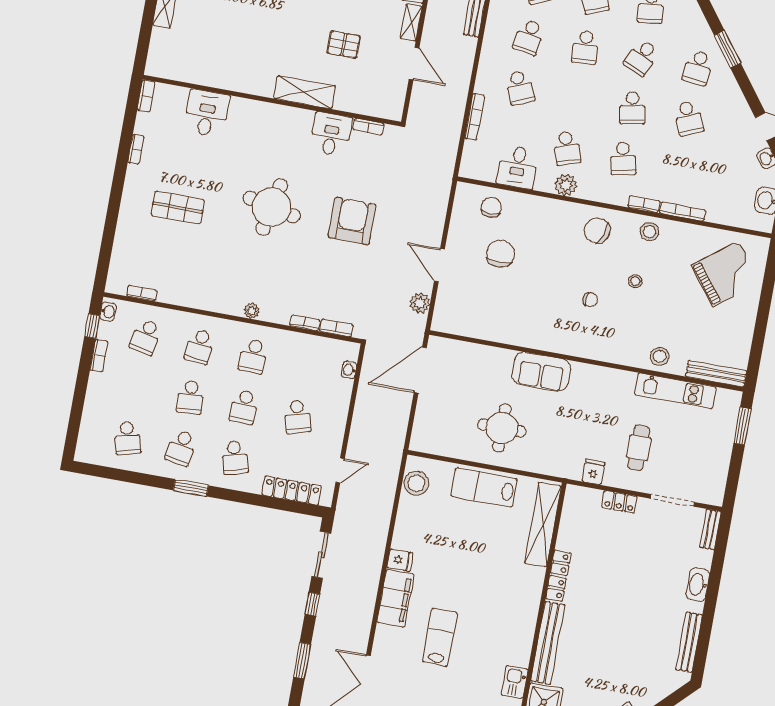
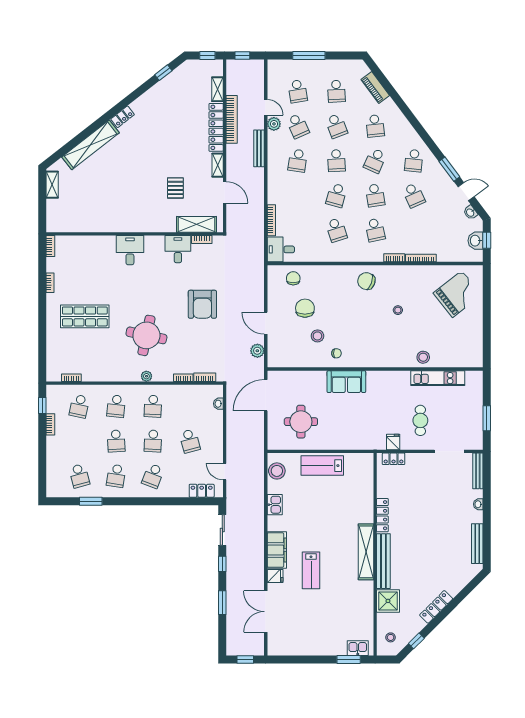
pallet: (344, 44) -> (175, 188), turned 90
window: (727, 49) -> (449, 169), moved
school desk: (520, 88) -> (336, 195), moved, turned 39
shelving: (305, 92) -> (196, 224), moved
desk: (207, 113) -> (130, 250), moved
desk: (518, 167) -> (281, 249), moved, turned 90
plant: (566, 185) -> (340, 255), removed
round table: (272, 207) -> (146, 335), moved
shop shelf: (178, 208) -> (85, 316), width x1.43, depth x1.36
armchair: (352, 221) -> (202, 304), turned 180
stool: (650, 232) -> (317, 336), moved
chair: (590, 300) -> (336, 353), moved
washbasin: (108, 312) -> (51, 394), removed
bench: (716, 374) -> (463, 362), removed
window: (742, 426) -> (487, 418), moved
round table: (502, 428) -> (301, 422), moved
school desk: (235, 458) -> (153, 476), turned 36
door: (340, 470) -> (225, 472), swing flipped
window: (191, 488) -> (91, 501), moved
locker: (292, 490) -> (202, 491), width x0.66
locker: (619, 502) -> (394, 459), moved
shelving: (543, 525) -> (366, 552), moved
bench: (710, 529) -> (478, 471), width x1.36
fridge: (400, 560) -> (275, 576), moved
washbasin: (698, 585) -> (478, 504), width x0.52, depth x0.69
lab bench: (440, 637) -> (311, 570), turned 180
kitchen sink: (515, 682) -> (275, 505), moved, turned 180

